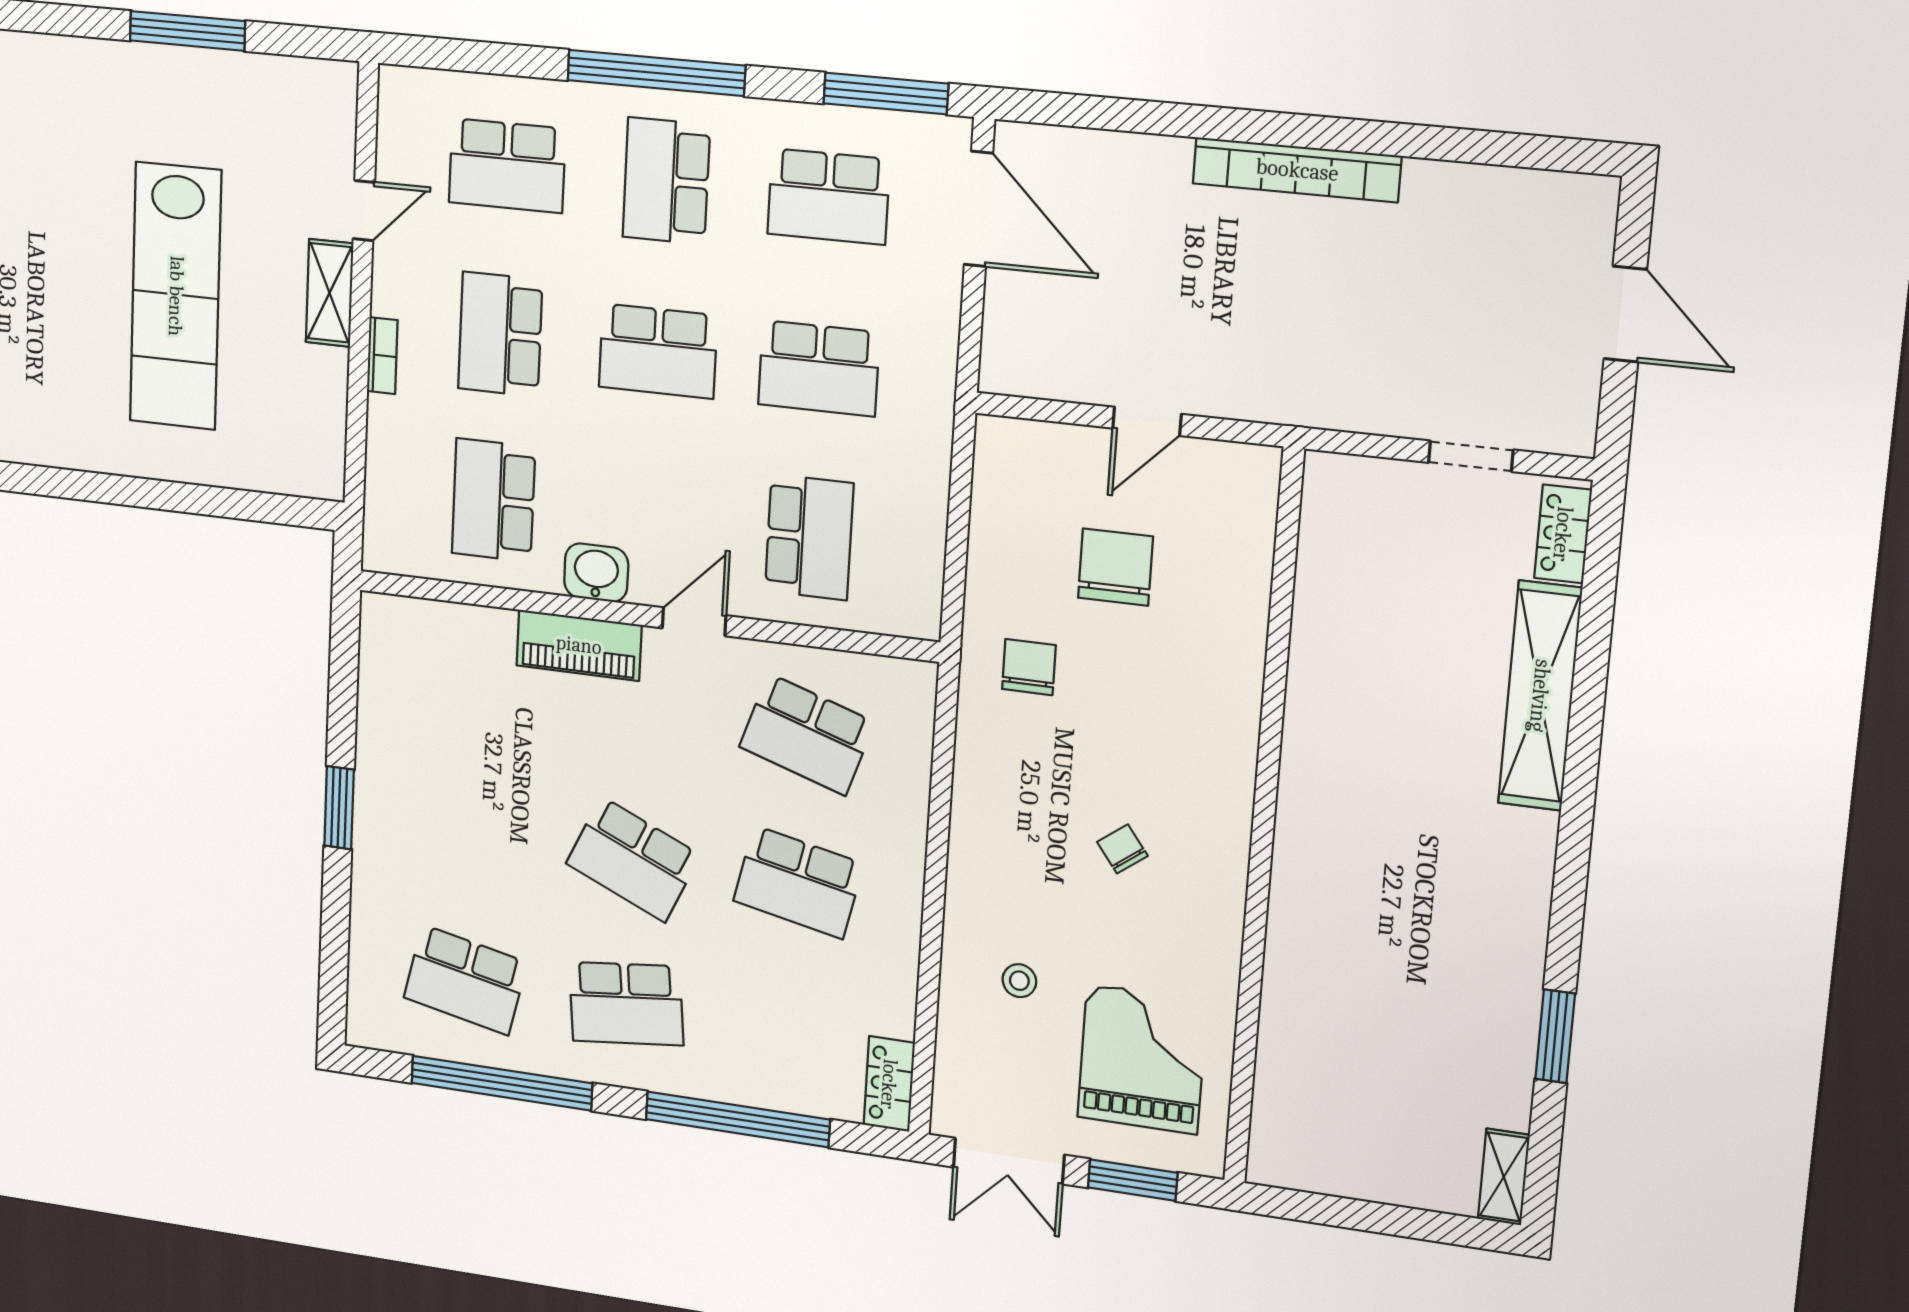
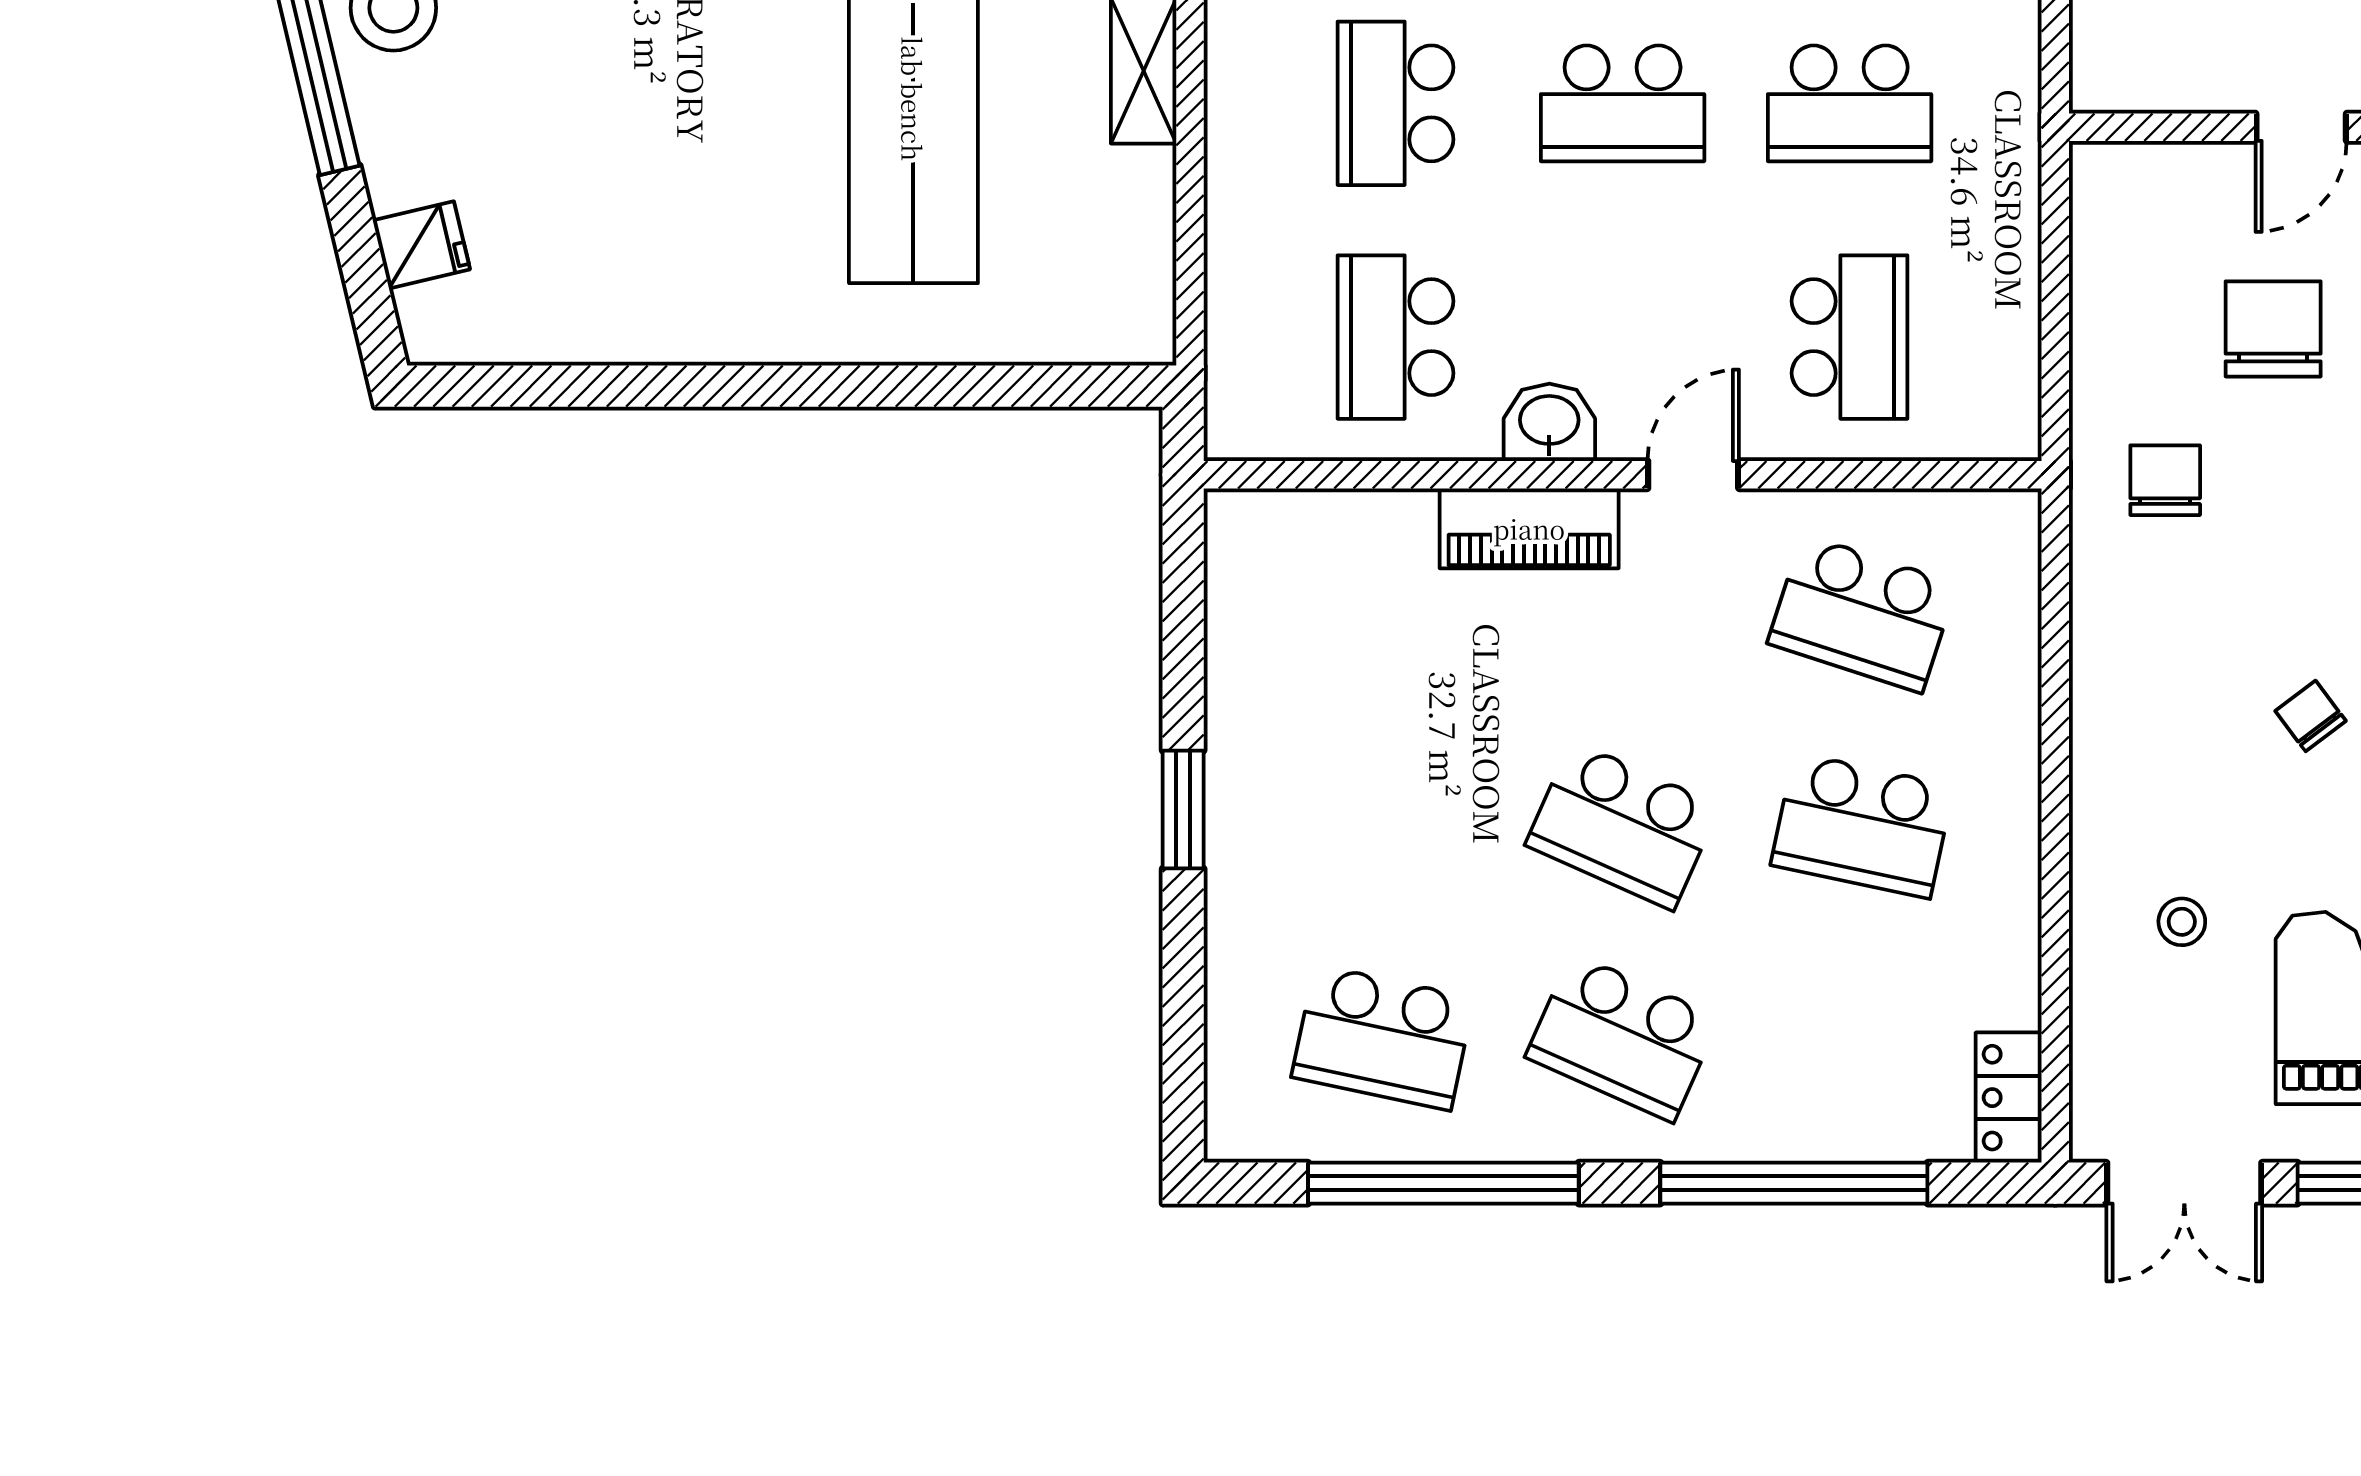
bookcase: (382, 356) -> (1224, 151), removed
school desk: (626, 1004) -> (1623, 1038), turned 30

